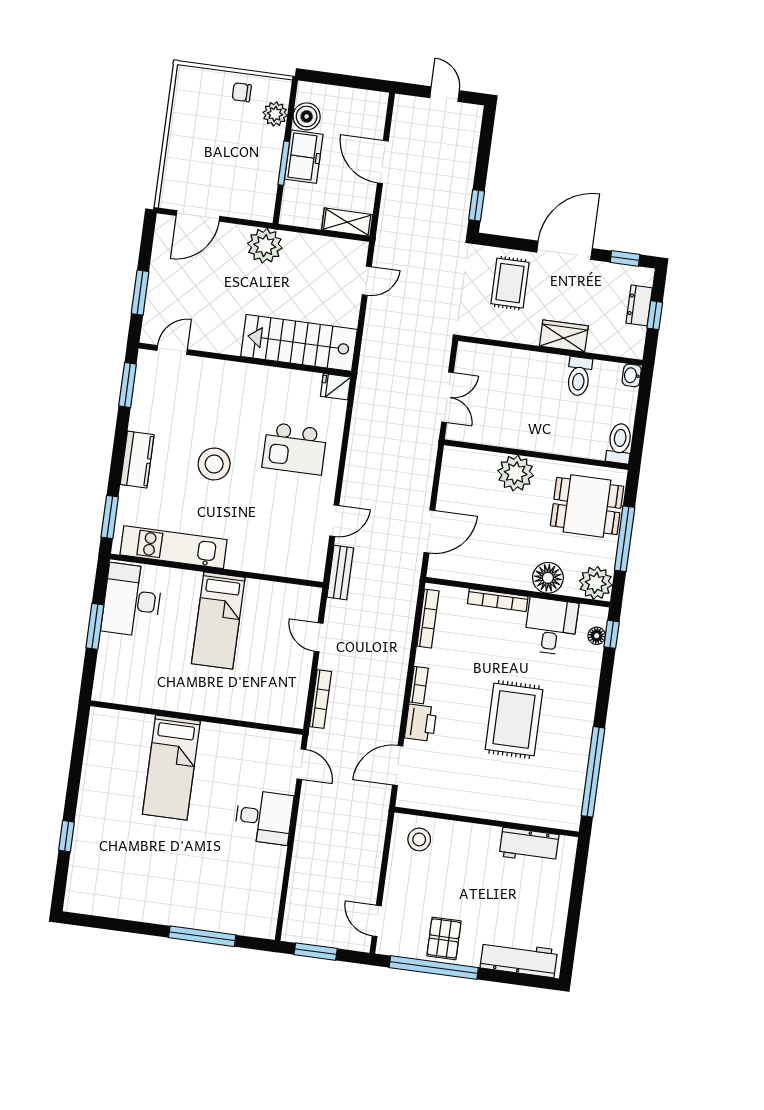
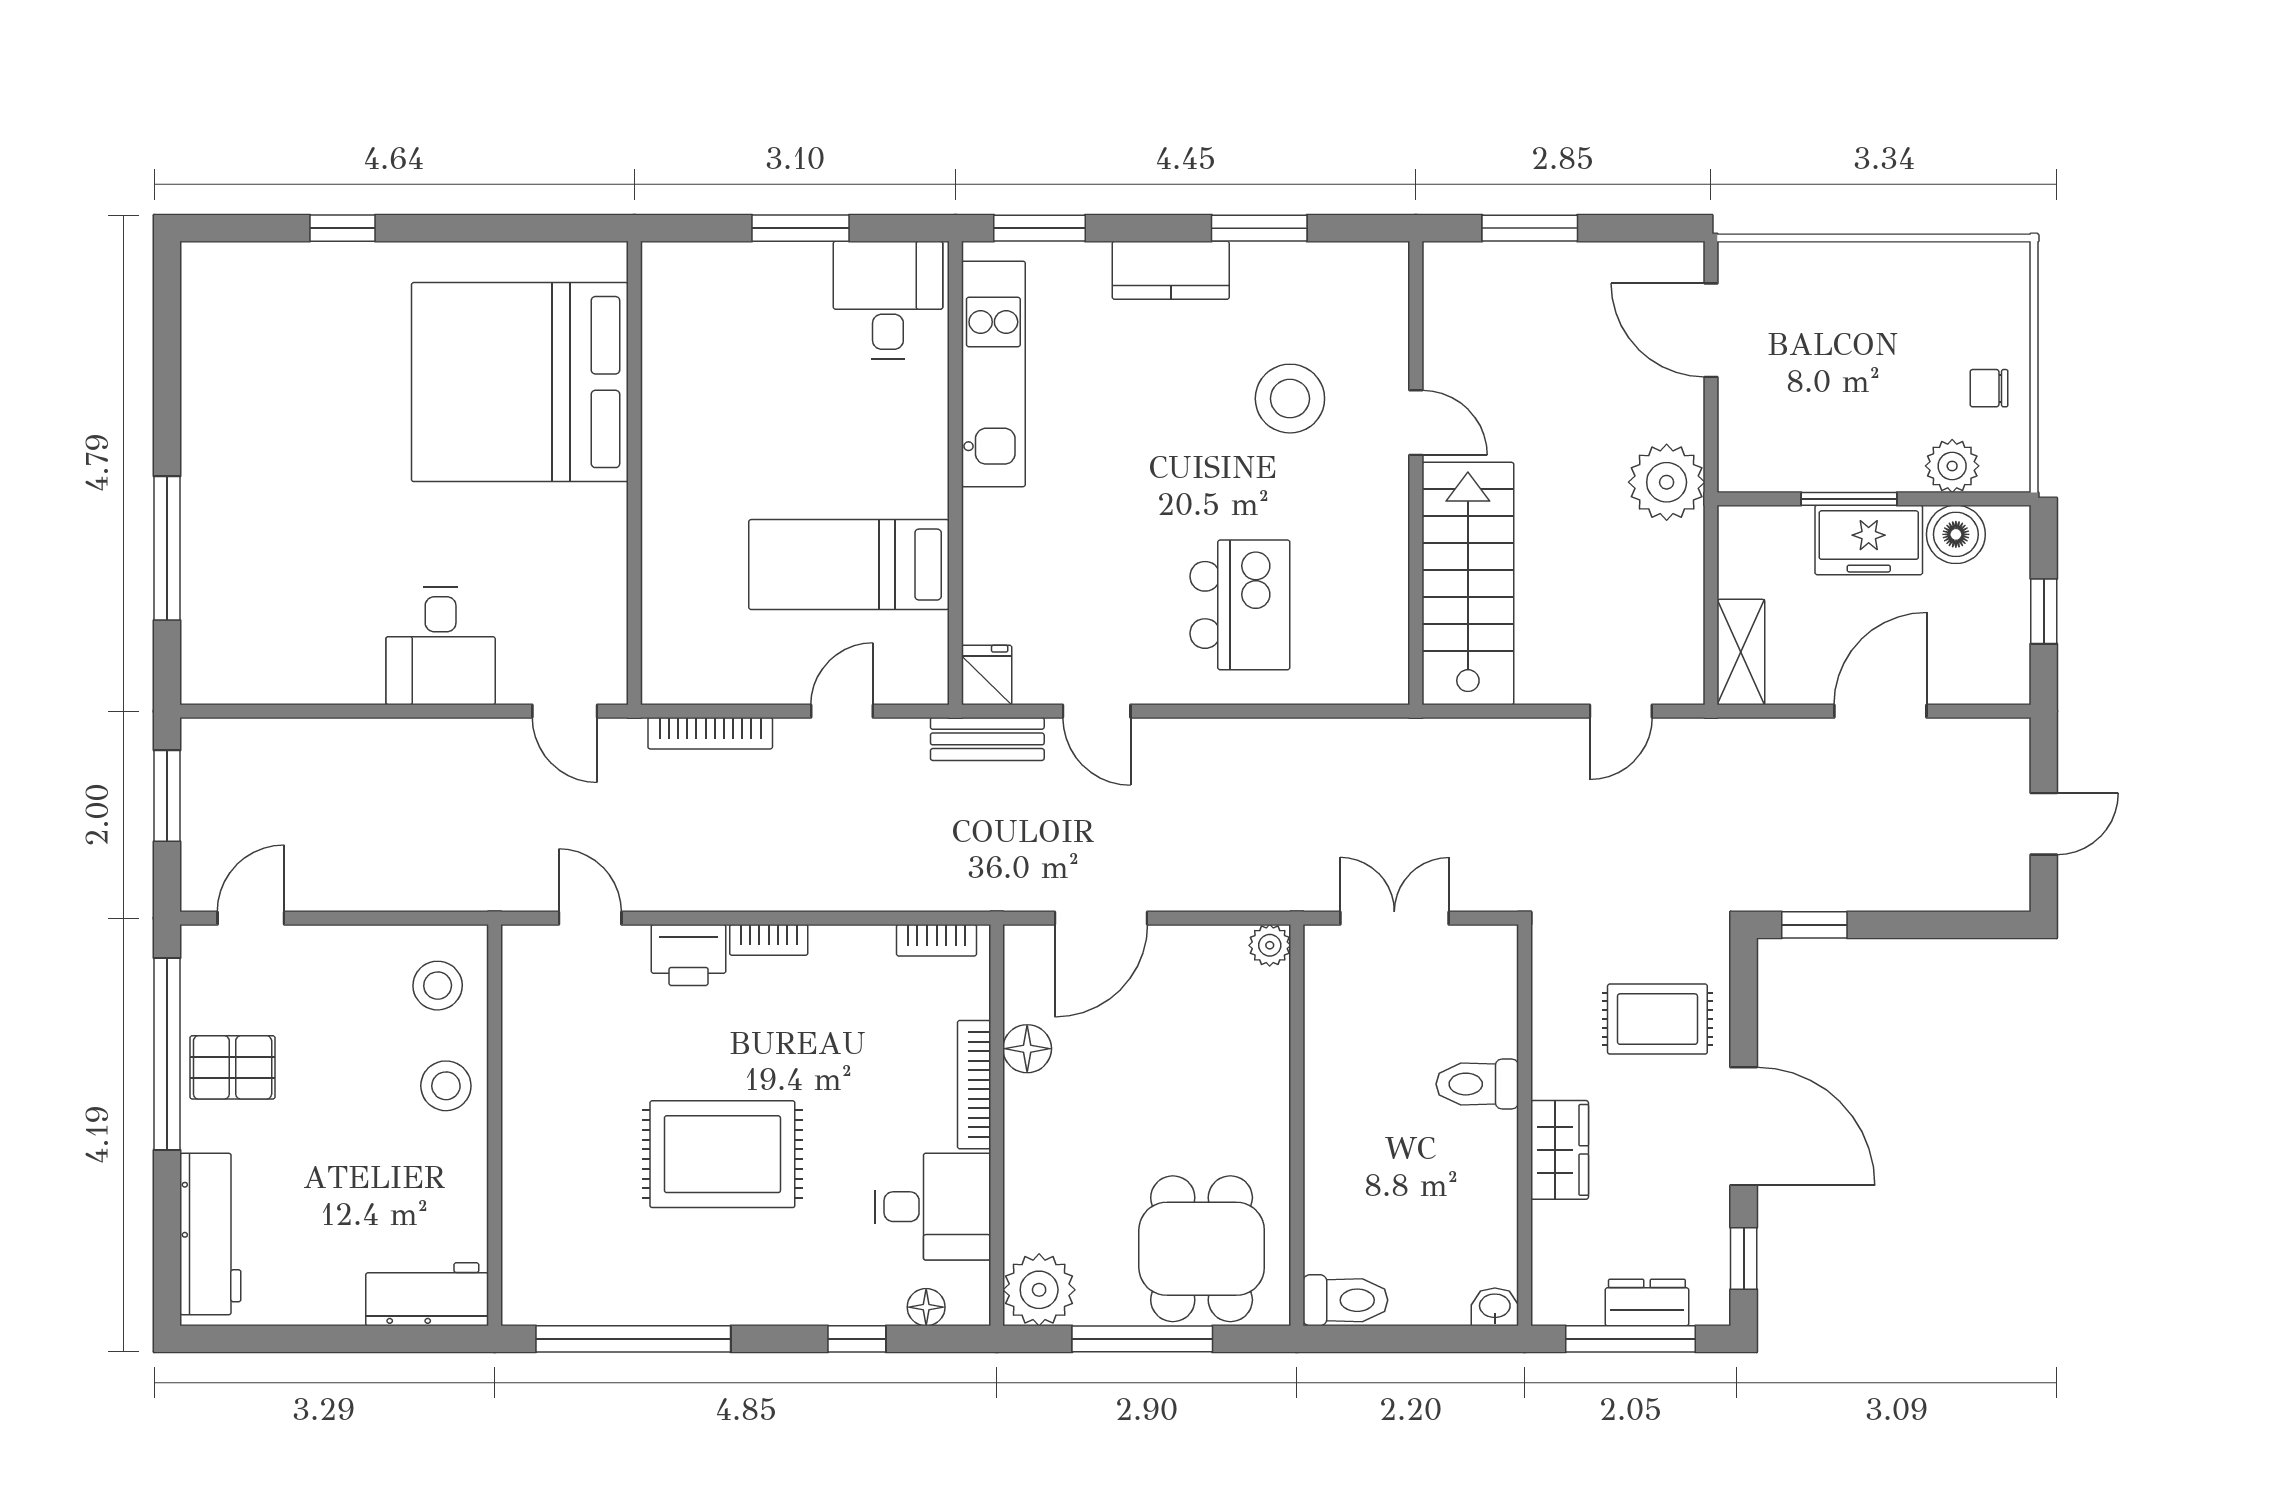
window: (347, 81) -> (2044, 611), added
chair: (242, 92) -> (1989, 388), turned -90
door: (367, 281) -> (1621, 711), hinge flipped
window: (655, 315) -> (1630, 1339), width x2.17
door: (172, 350) -> (1416, 423), moved
toilet: (579, 376) -> (1477, 1084), moved
window: (128, 385) -> (1259, 228), moved
fridge: (336, 387) -> (987, 675), moved
double door: (448, 397) -> (1394, 918), swing flipped
kitchen island: (295, 449) -> (1240, 605), turned 180
stool: (214, 464) -> (1290, 399), moved
plant: (516, 473) -> (1270, 945), moved, width x0.53, depth x0.53
door: (429, 532) -> (1101, 918), hinge flipped
floor lamp: (548, 578) -> (1027, 1049), moved, width x0.73, depth x0.73
desk: (132, 600) -> (888, 300), width x0.73
bookcase: (428, 619) -> (937, 940), width x0.64
bed: (218, 621) -> (849, 565), moved
window: (612, 634) -> (857, 1339), moved
door: (301, 764) -> (565, 711), hinge flipped
door: (398, 765) -> (590, 918), width x0.73
bed: (171, 768) -> (520, 382), width x2.04
stool: (466, 842) -> (446, 1086), added
workbench: (529, 845) -> (427, 1294), moved, turned 90

